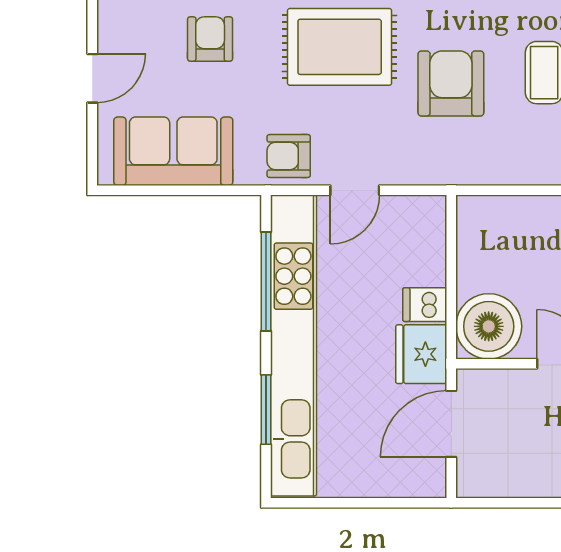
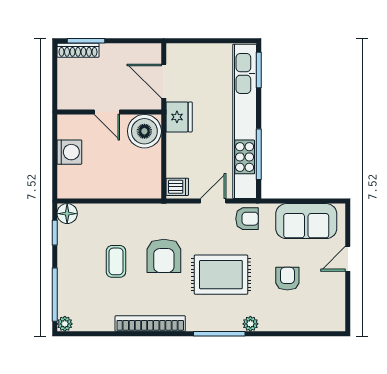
armchair: (210, 39) -> (287, 279), turned 180
dishwasher: (425, 305) -> (177, 187), moved
window: (266, 410) -> (259, 70), moved
door: (451, 424) -> (164, 81), swing flipped

